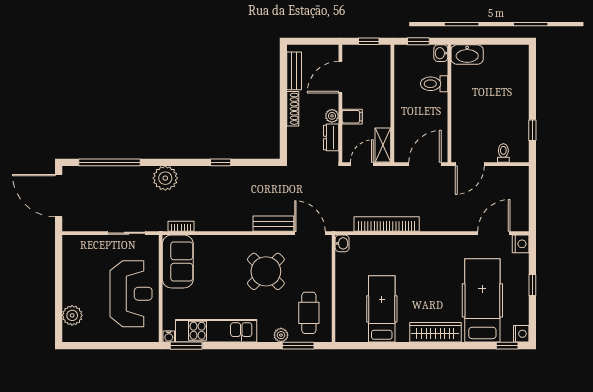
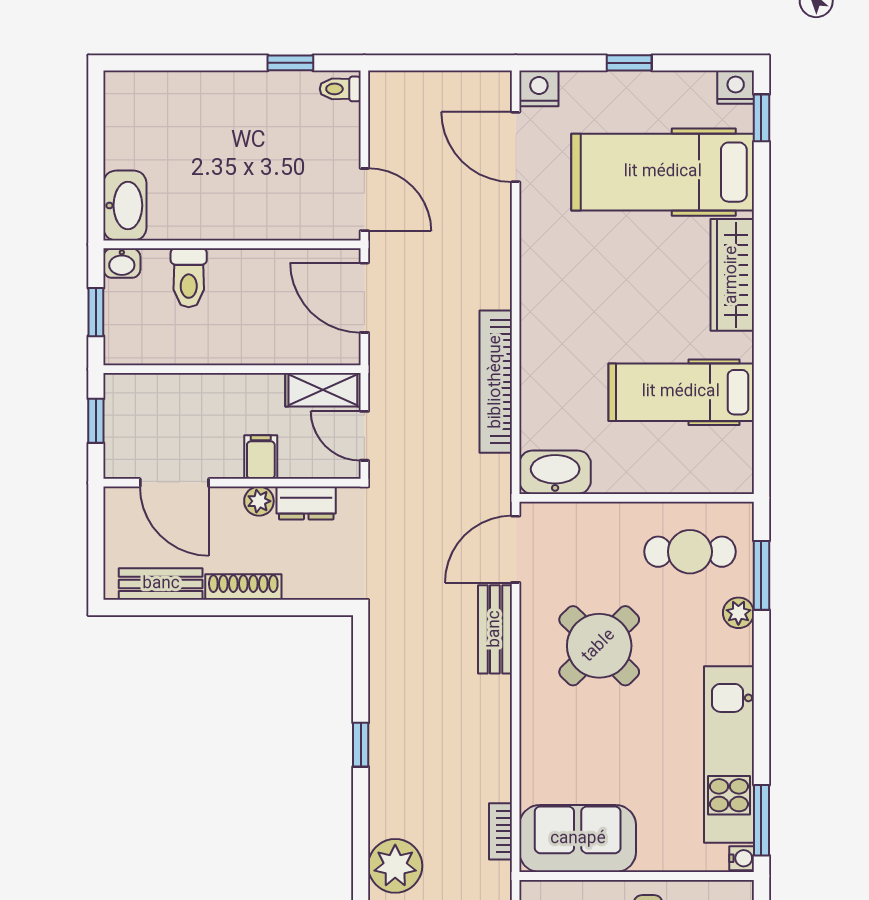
toilet: (503, 153) -> (340, 89), moved
washbasin: (342, 243) -> (555, 472), width x1.91, depth x1.45

